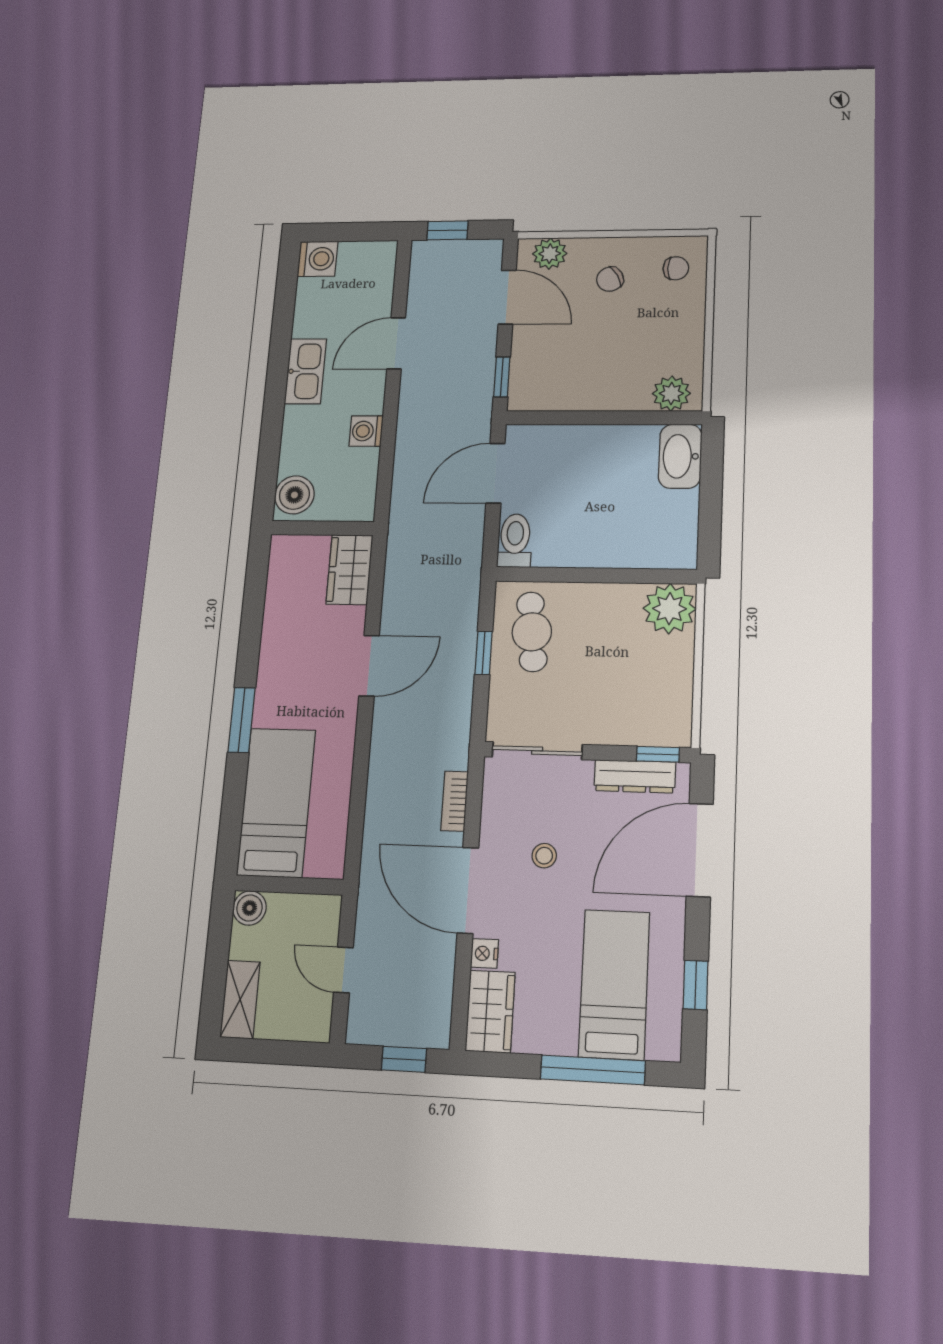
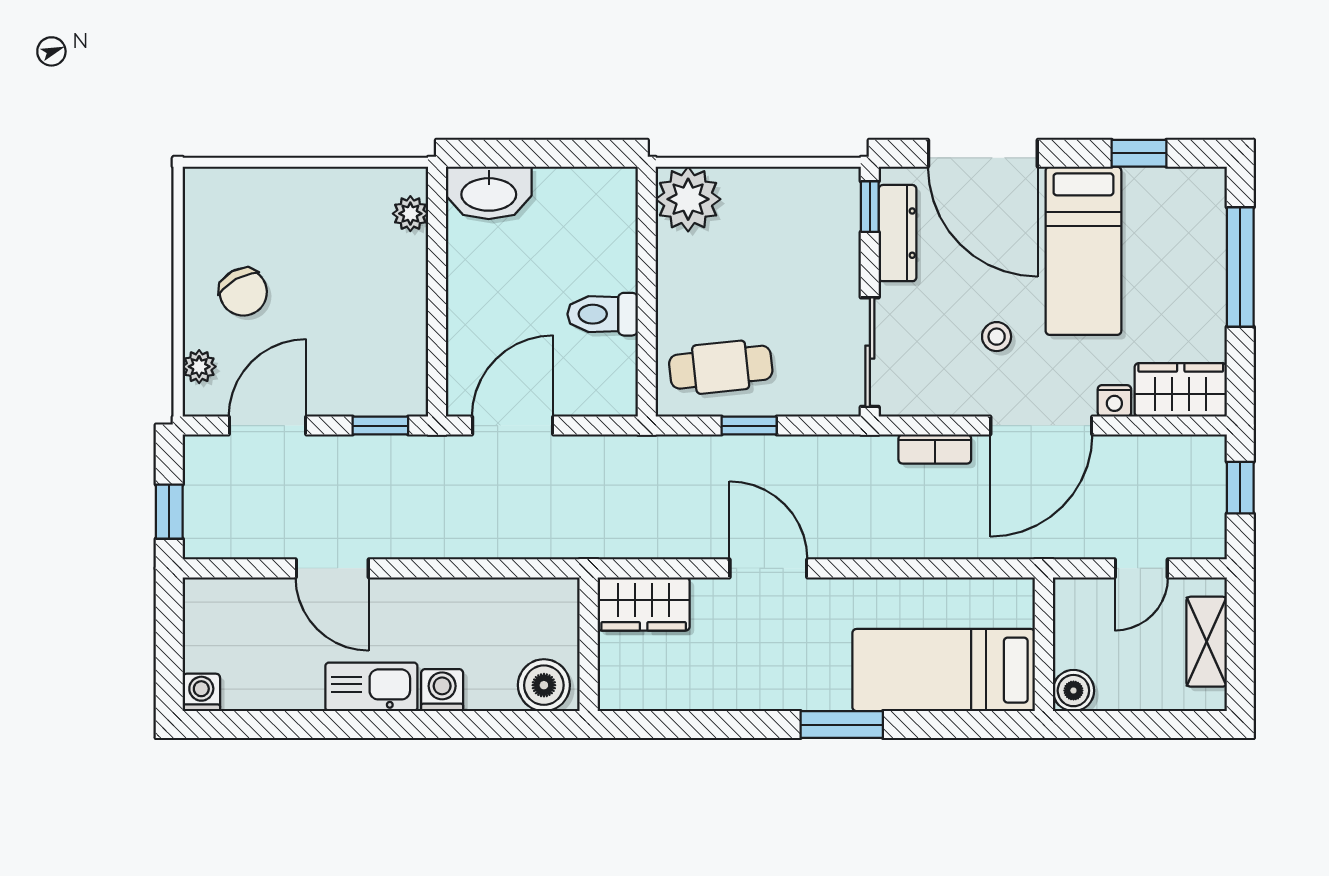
plant: (550, 254) -> (199, 367), width x0.73, depth x0.73
washing machine: (318, 259) -> (201, 692), width x0.73, depth x0.73
chair: (676, 268) -> (229, 207), removed
chair: (610, 279) -> (243, 292), width x1.37, depth x1.37
plant: (671, 393) -> (410, 214), width x0.73, depth x0.73
washing machine: (366, 431) -> (442, 690), moved, turned 180
door: (495, 473) -> (513, 426), swing flipped
toilet: (515, 541) -> (603, 314), moved
bed: (614, 984) -> (1083, 251), moved, turned -90
shelving: (240, 999) -> (1207, 642), moved, turned 90

